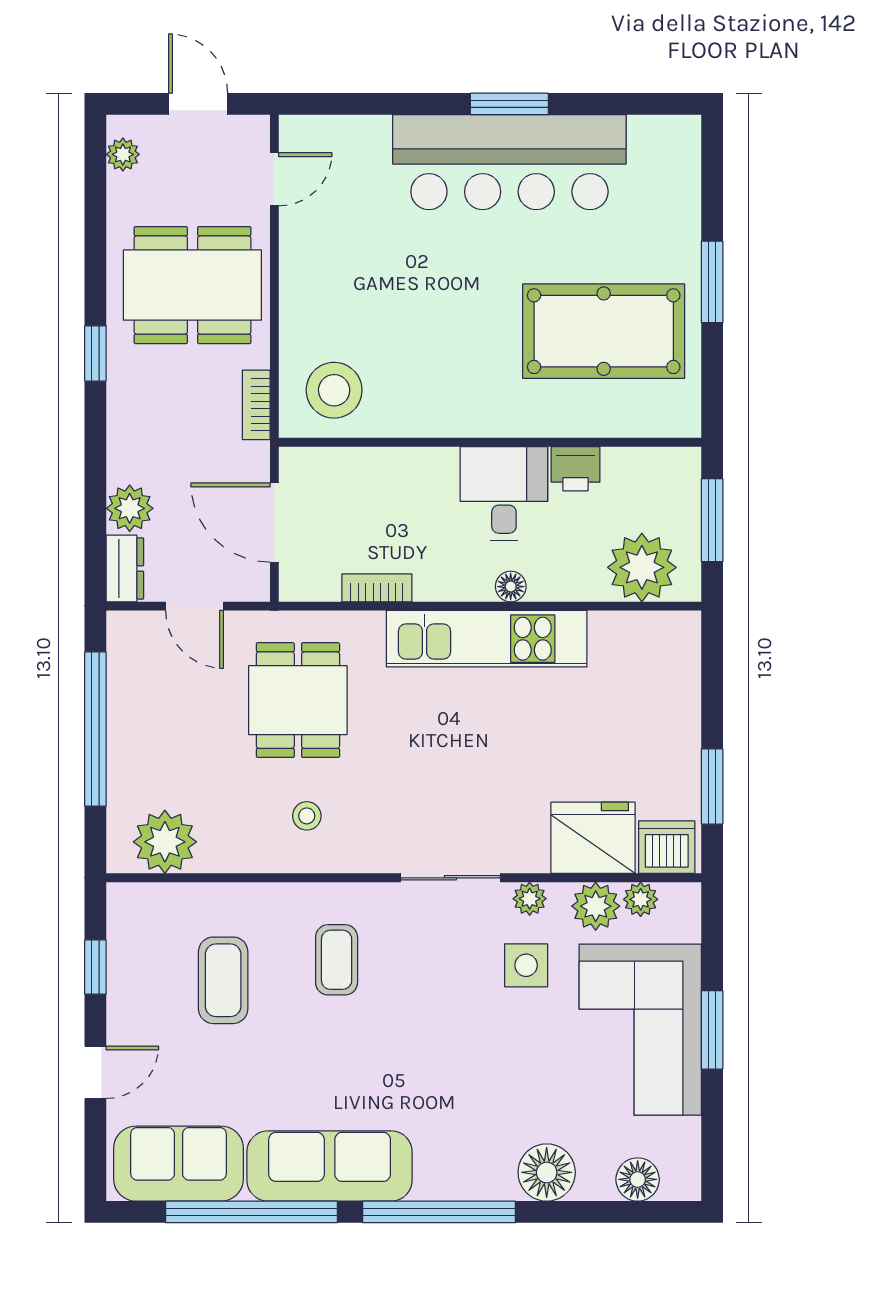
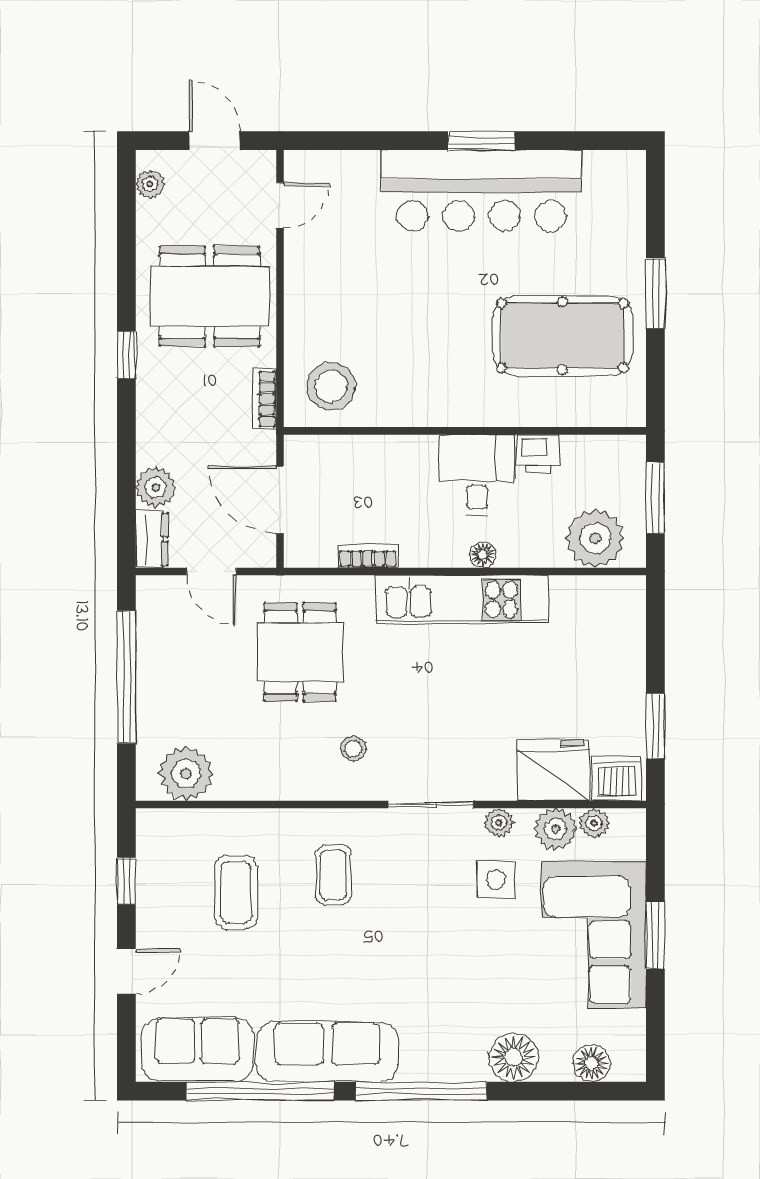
stool: (307, 816) -> (353, 748), moved

